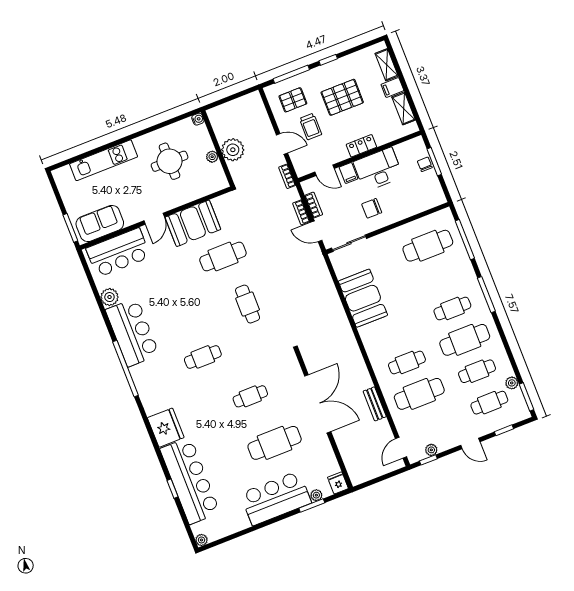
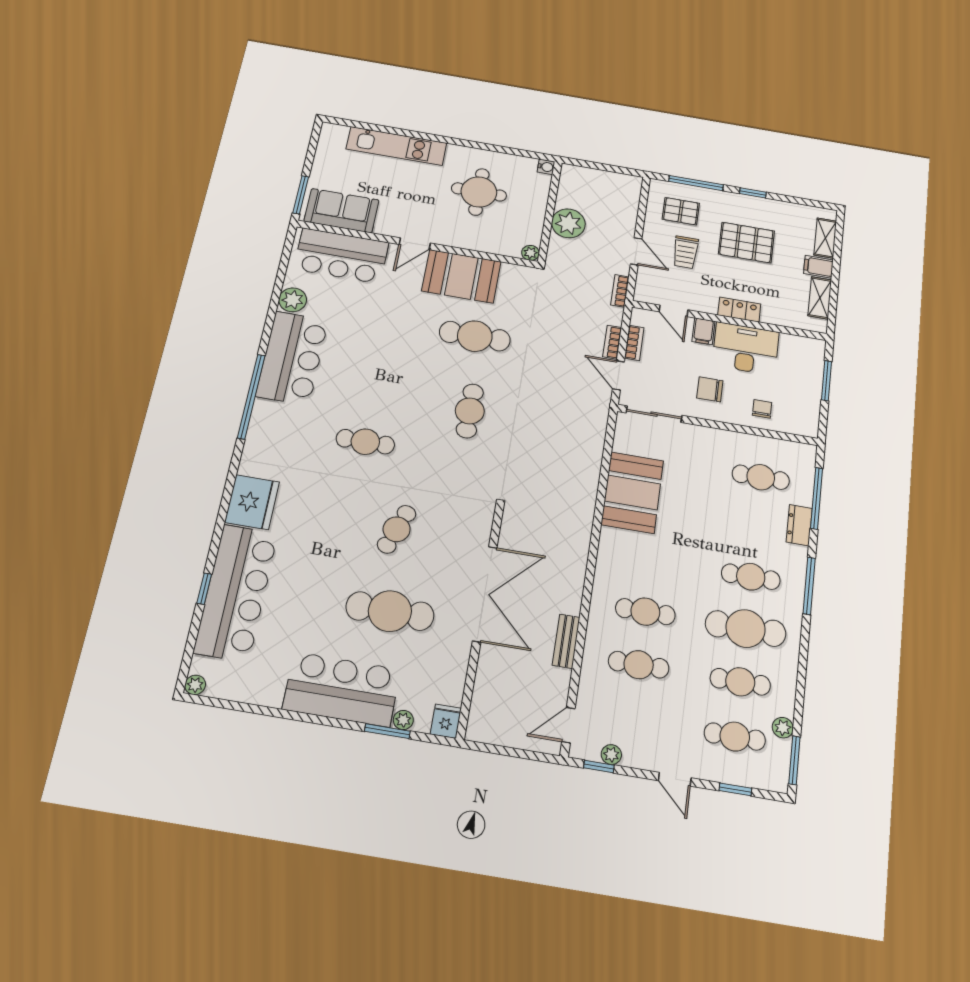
plant: (212, 157) -> (530, 253), moved
chair: (425, 164) -> (762, 409), moved
cafe table: (428, 246) -> (761, 477), width x0.73, depth x0.74
dresser: (463, 262) -> (799, 525), added
cafe table: (419, 394) -> (639, 665), width x0.73, depth x0.74
cafe table: (250, 396) -> (397, 529), turned -70

